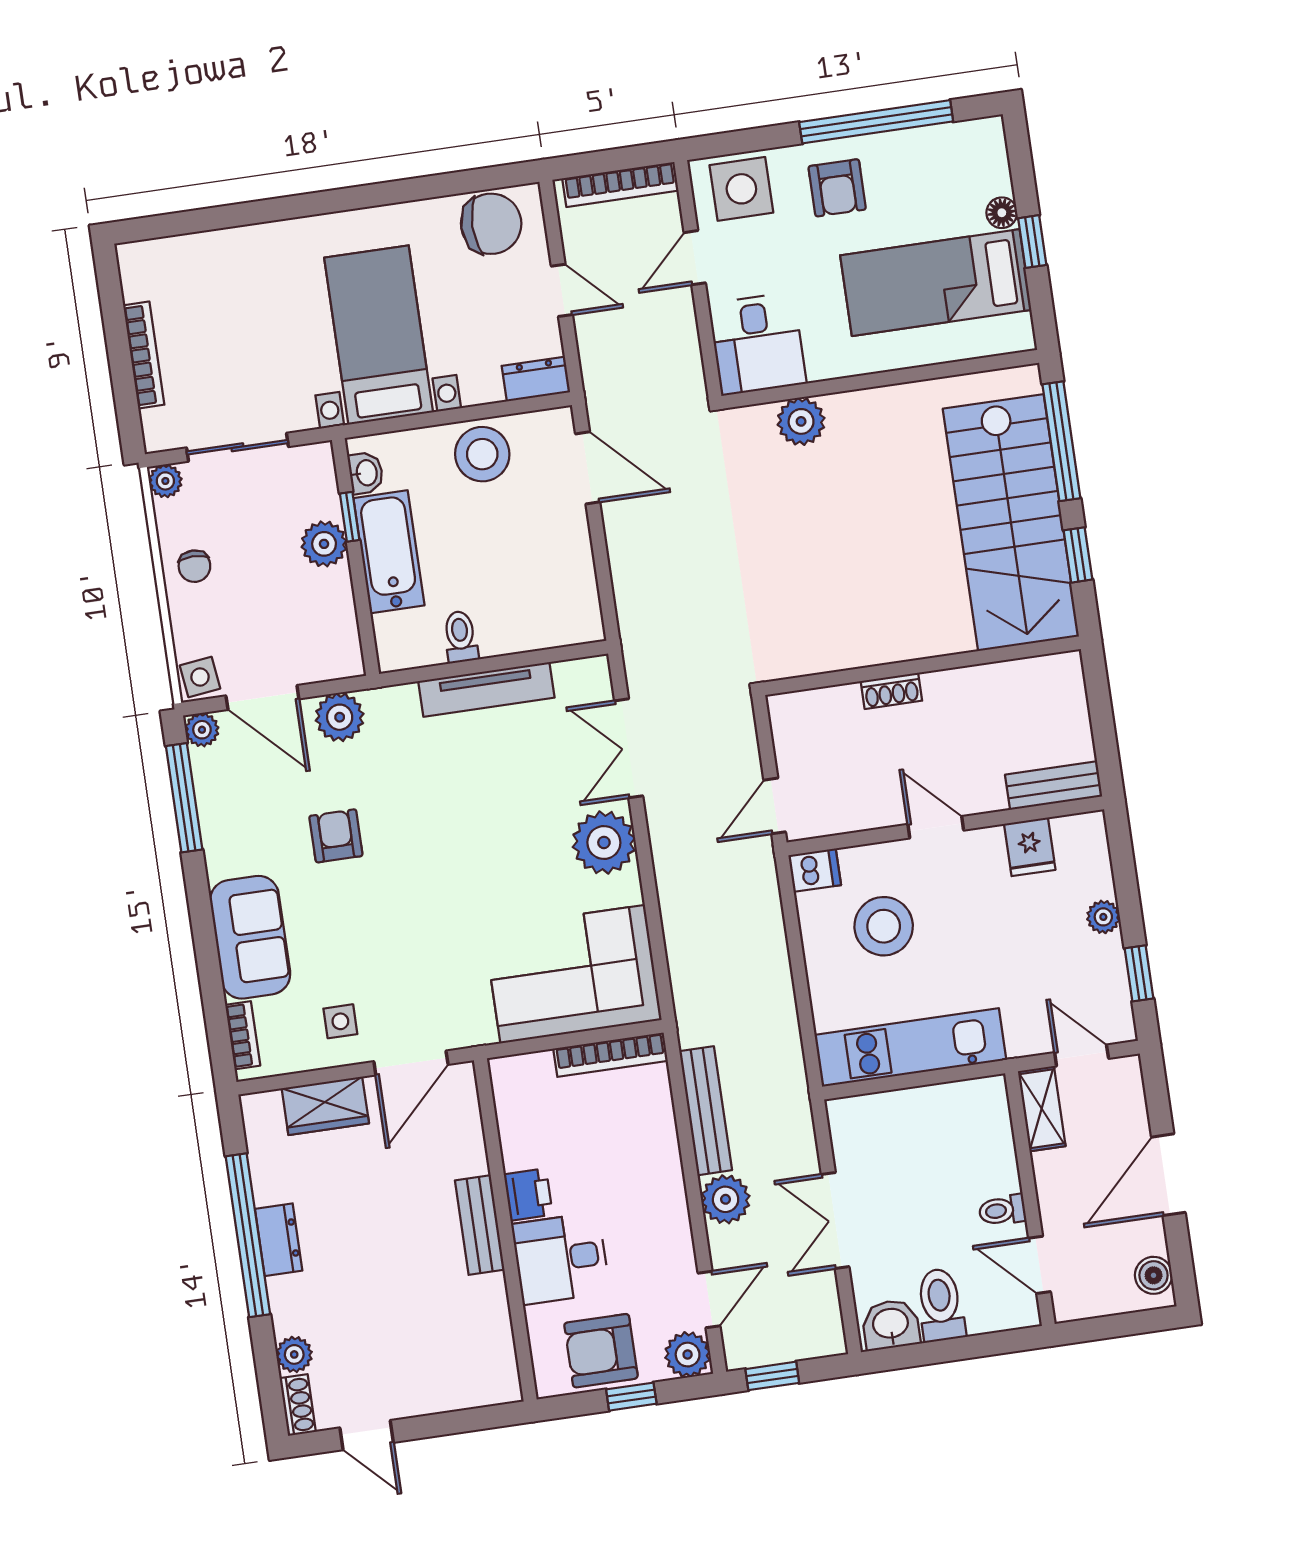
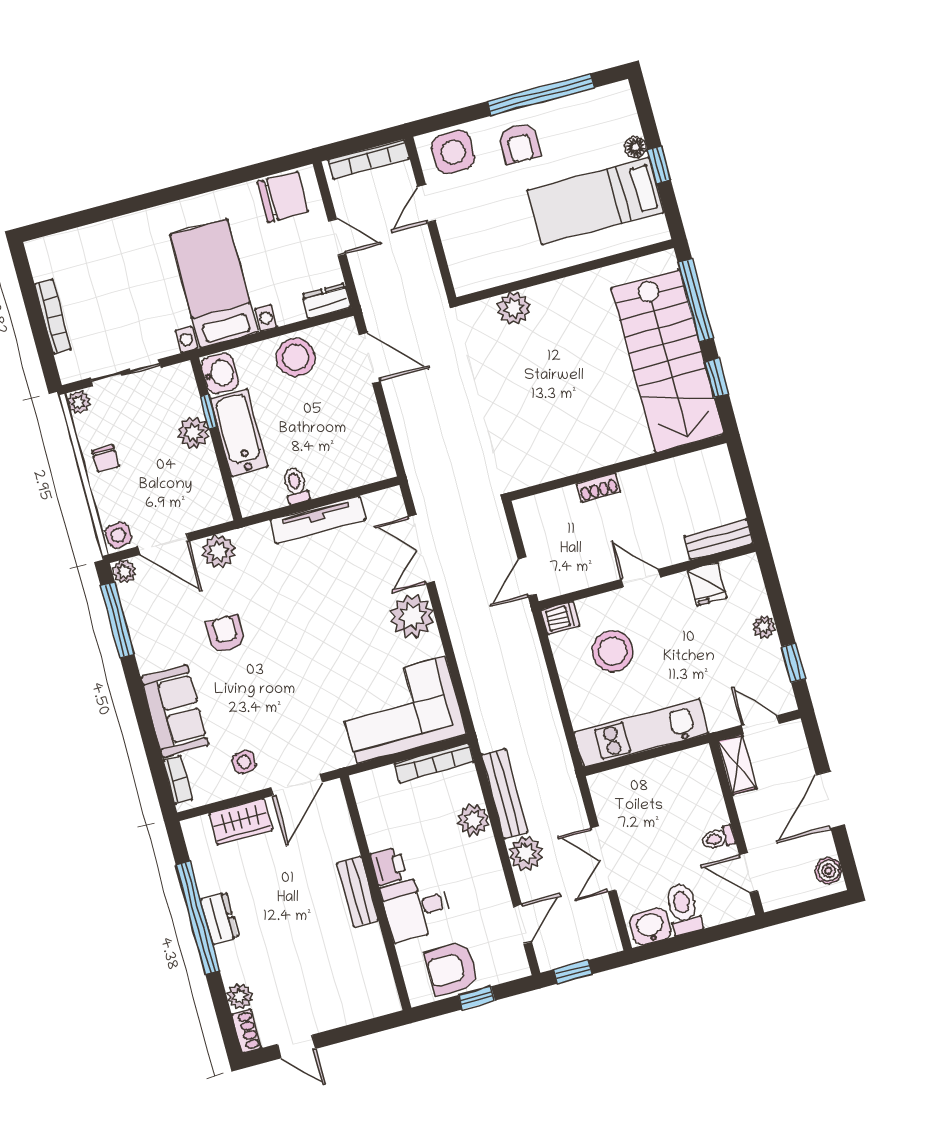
desk: (757, 344) -> (477, 258), removed
washbasin: (366, 473) -> (220, 374), width x1.38, depth x1.45
plant: (688, 1355) -> (473, 820), moved

